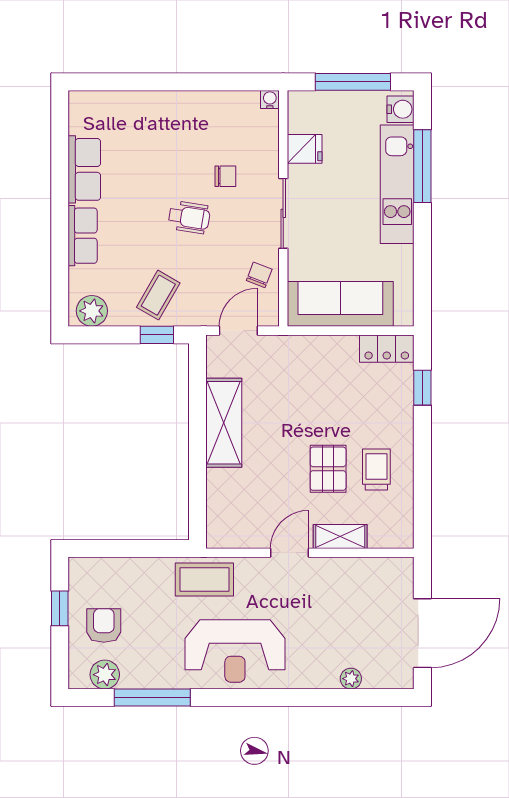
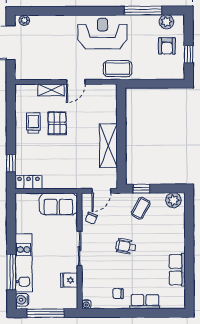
chair: (225, 176) -> (118, 294), moved
row of seats: (83, 236) -> (145, 302), moved, turned 90
sofa: (340, 304) -> (58, 204), width x0.73
trolley: (376, 469) -> (33, 123), turned 180
plant: (351, 679) -> (24, 20), moved

